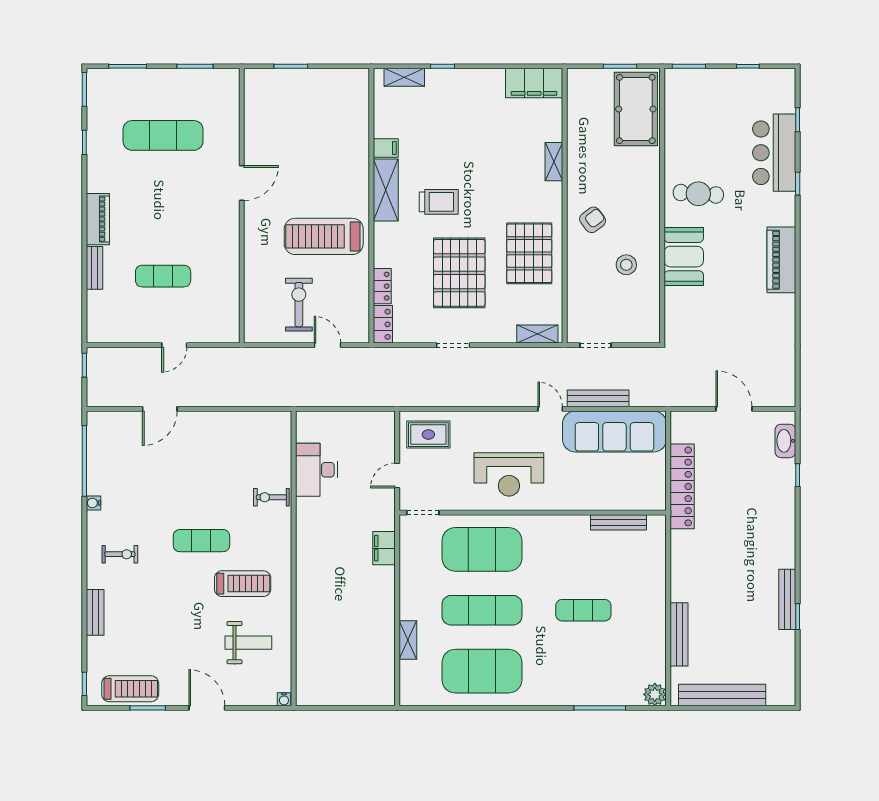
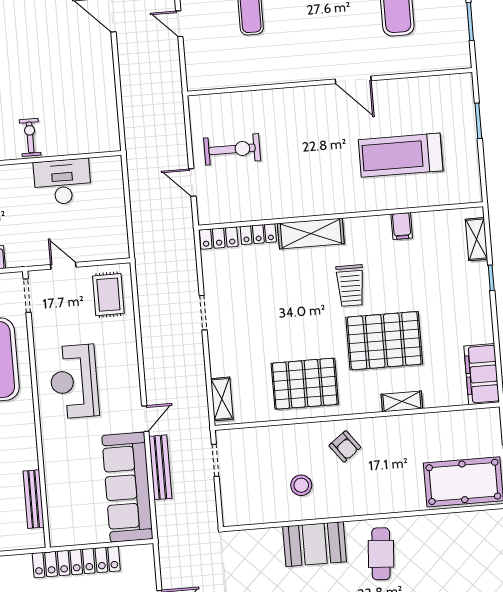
shelving: (386, 190) -> (311, 234), moved
treadmill: (324, 236) -> (401, 155), moved, turned -90
pallet: (459, 273) -> (384, 341), moved
door: (327, 345) -> (192, 182), swing flipped

